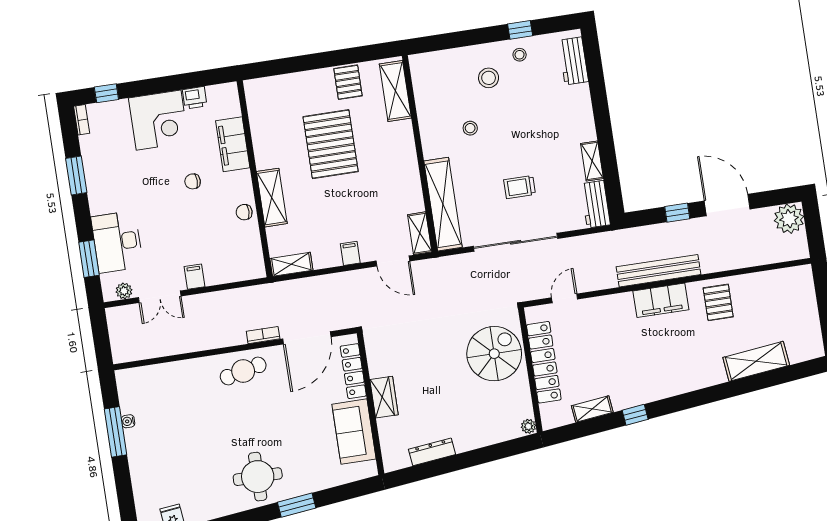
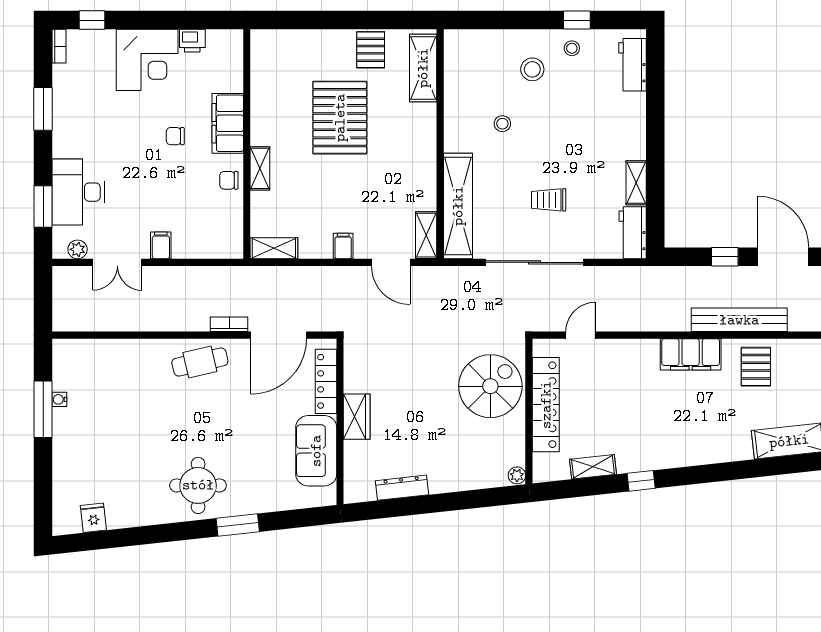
filing cabinet: (233, 144) -> (228, 123), moved
shelving: (272, 198) -> (260, 168), width x0.67, depth x0.75
bench: (658, 271) -> (739, 320), moved

